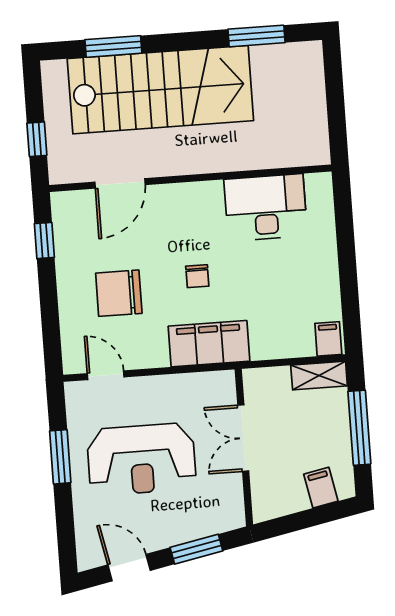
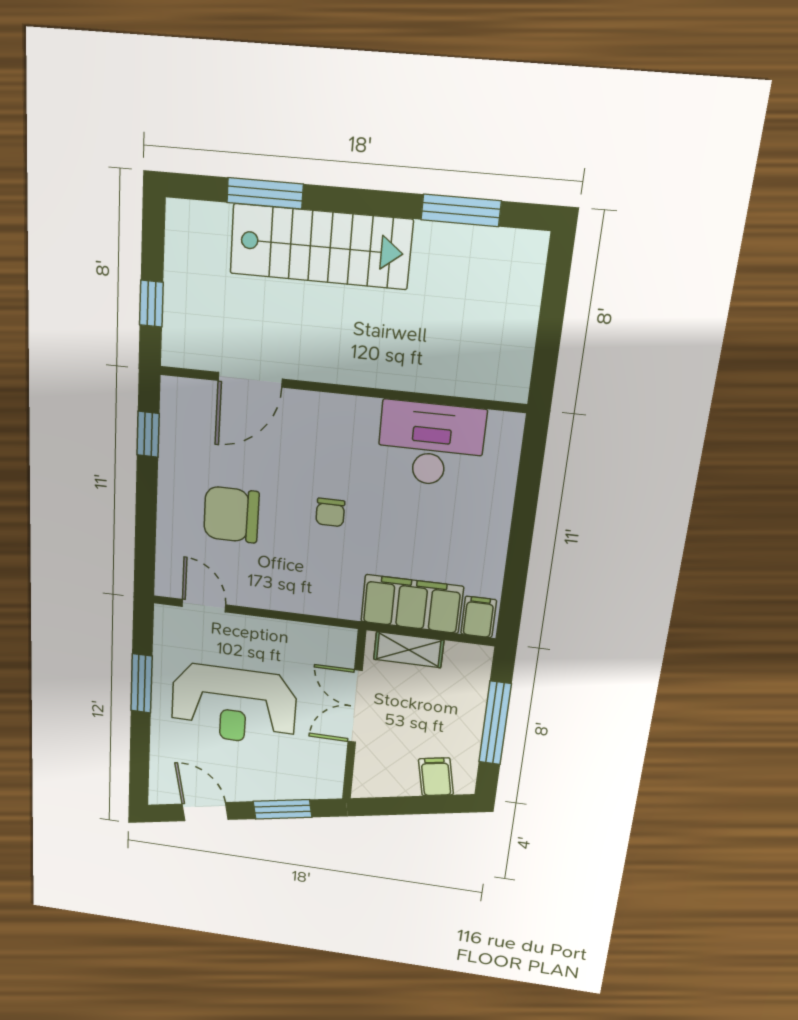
stairs: (160, 90) -> (320, 247), width x0.73, depth x0.66
filing cabinet: (209, 344) -> (412, 604), moved
shelving: (319, 376) -> (409, 650), moved

